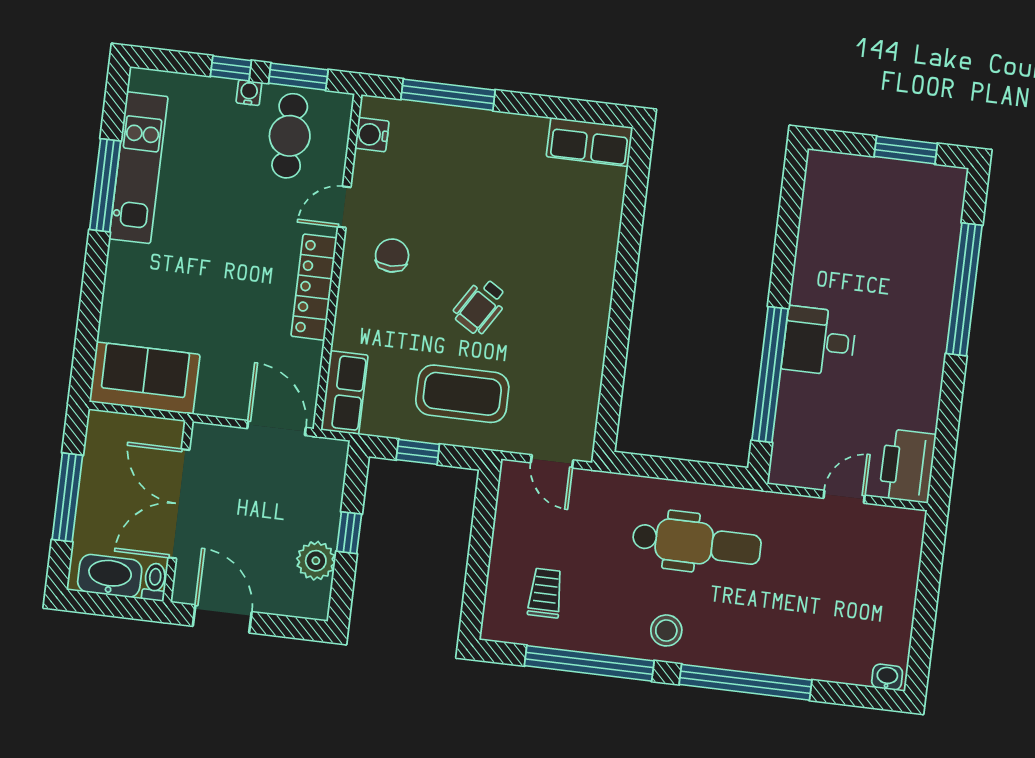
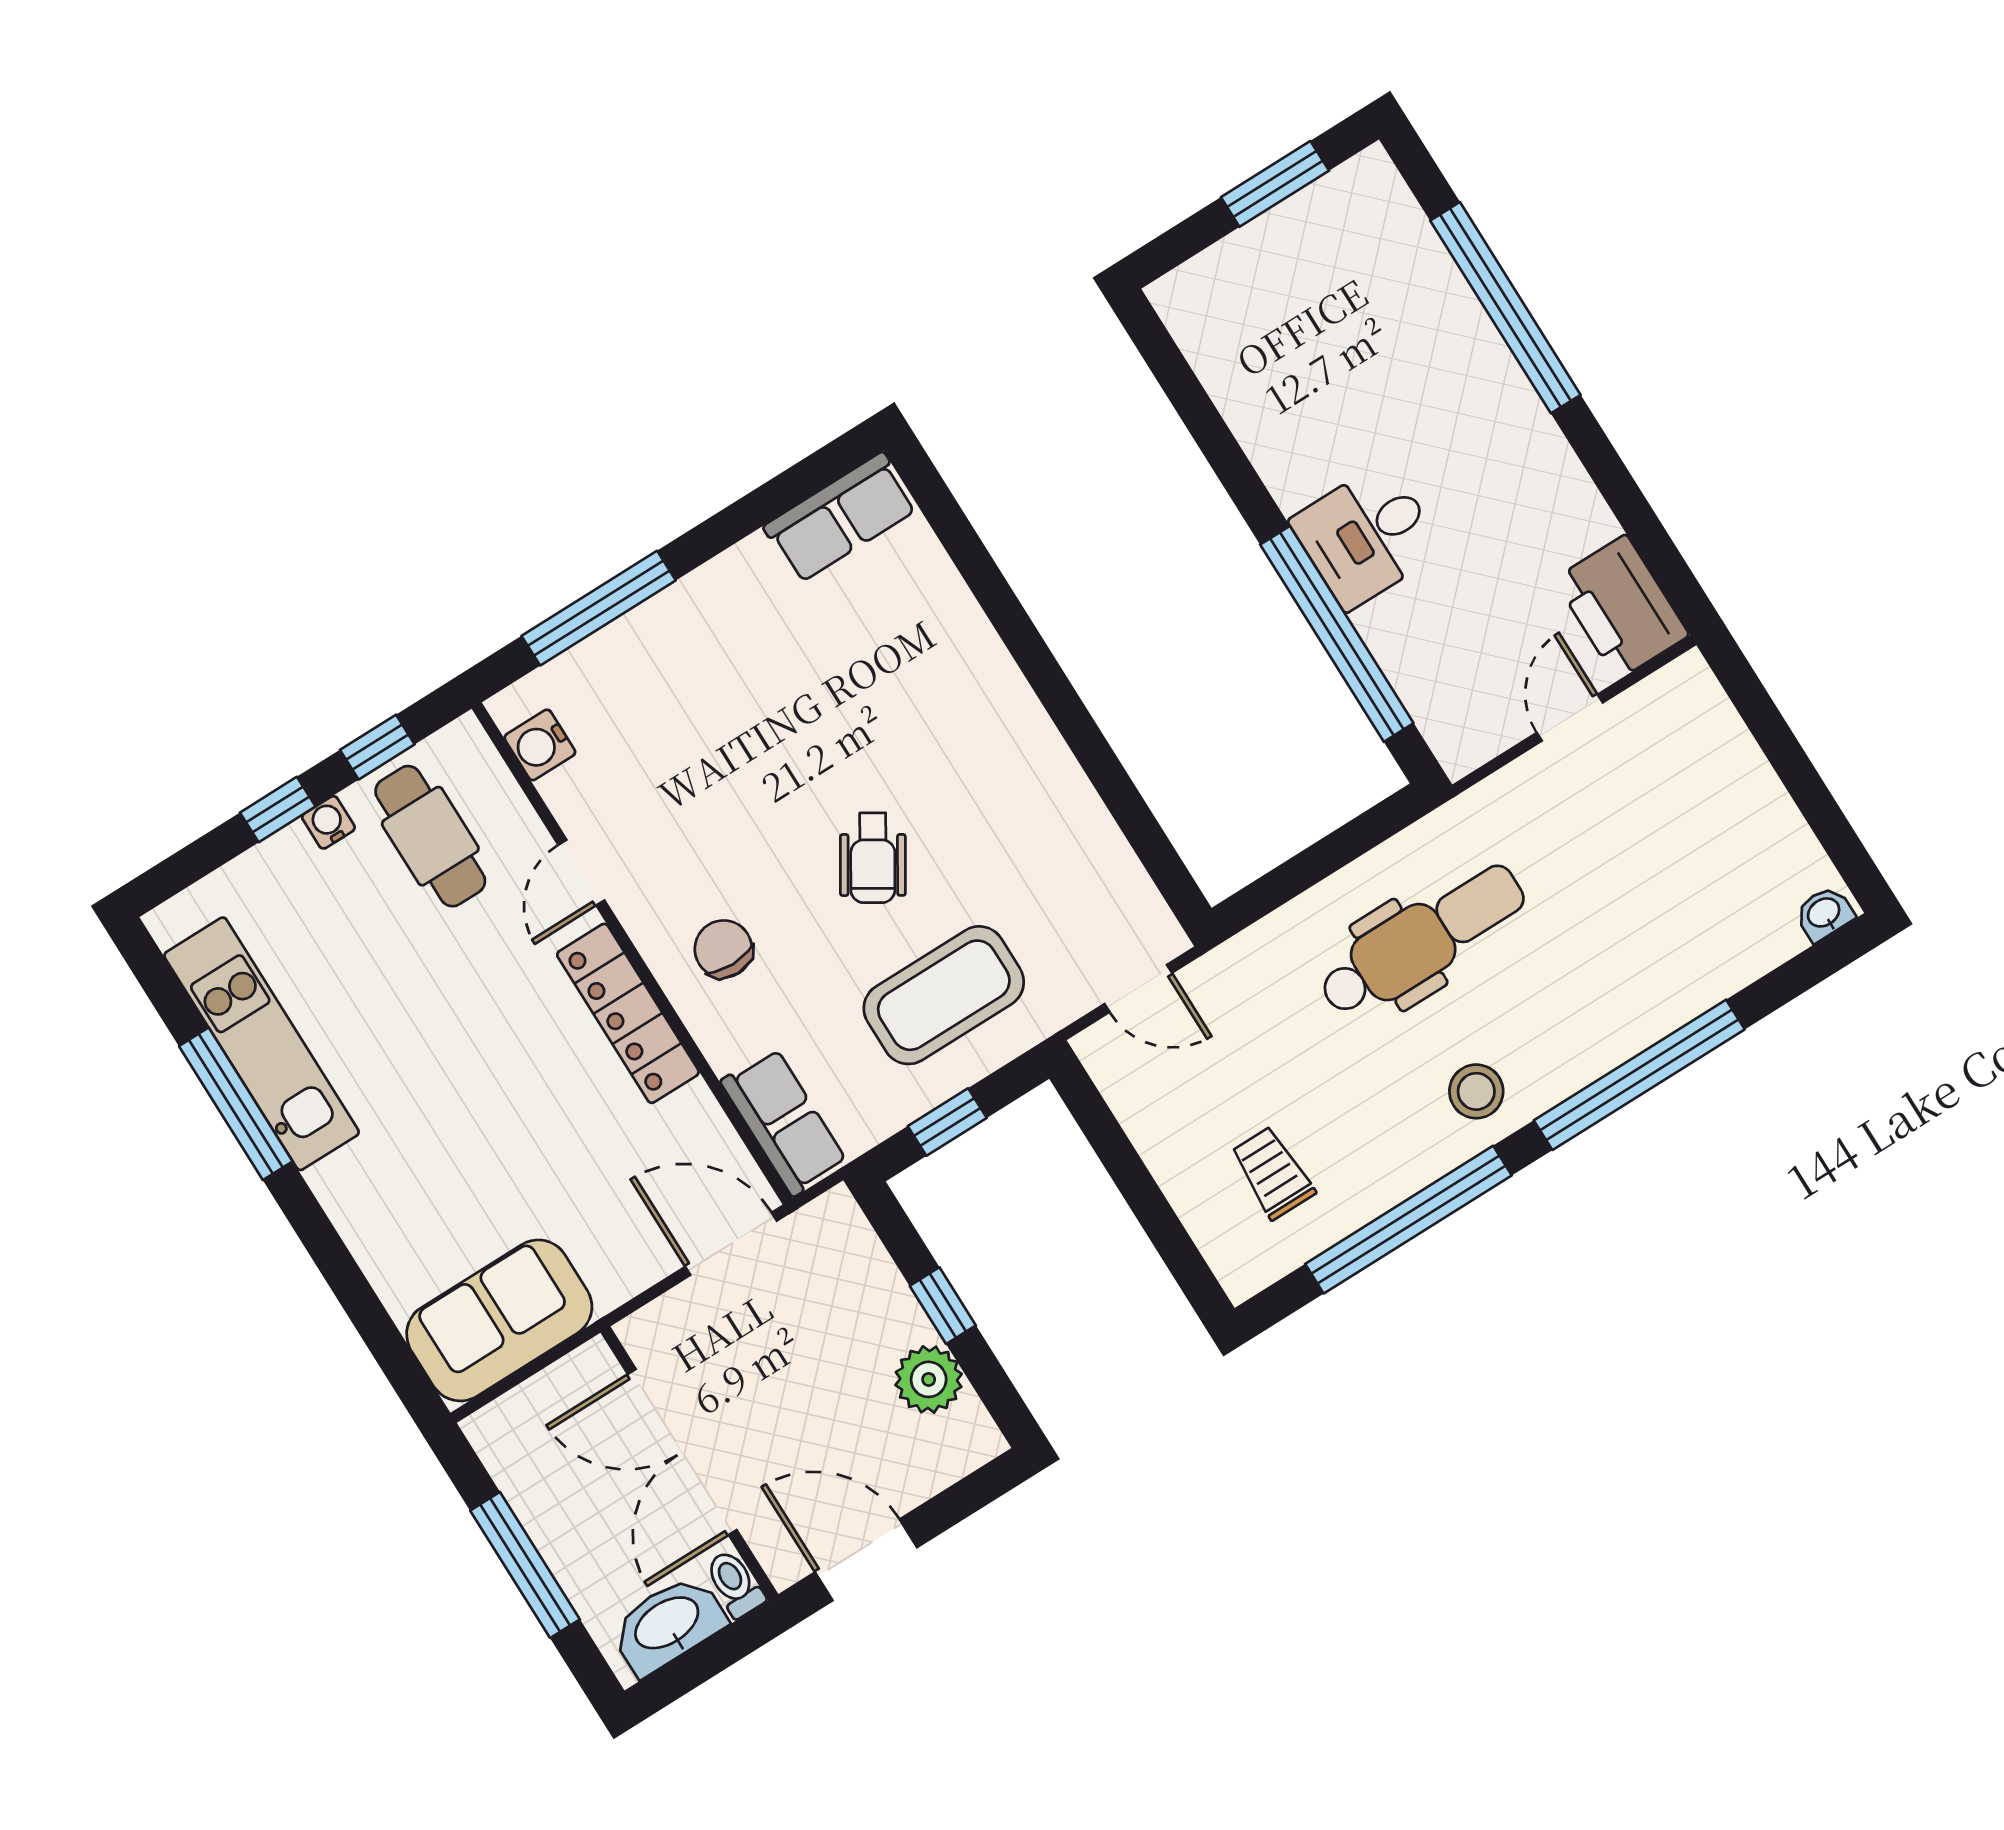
window: (298, 77) -> (377, 747), width x0.67
chair: (392, 256) -> (723, 949), moved

